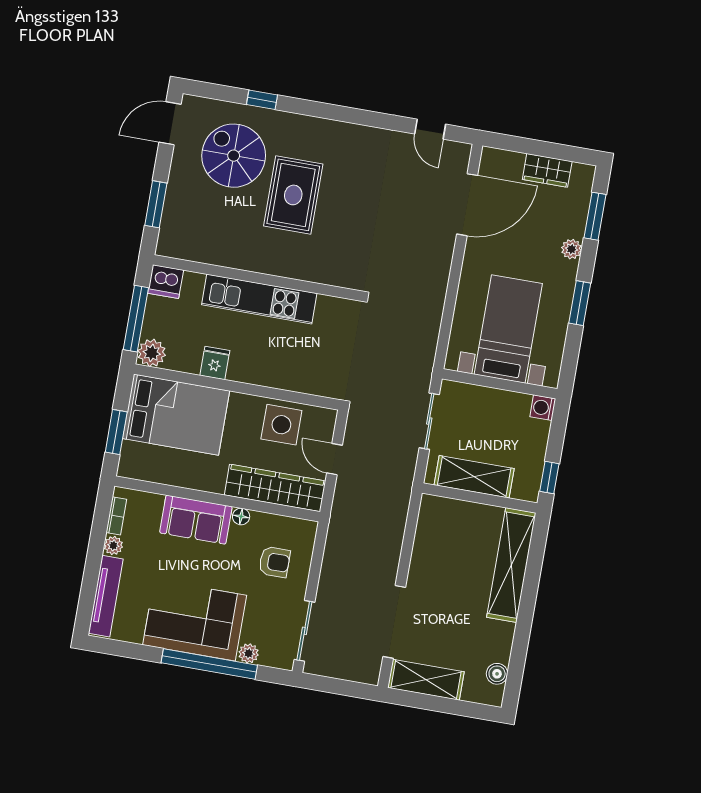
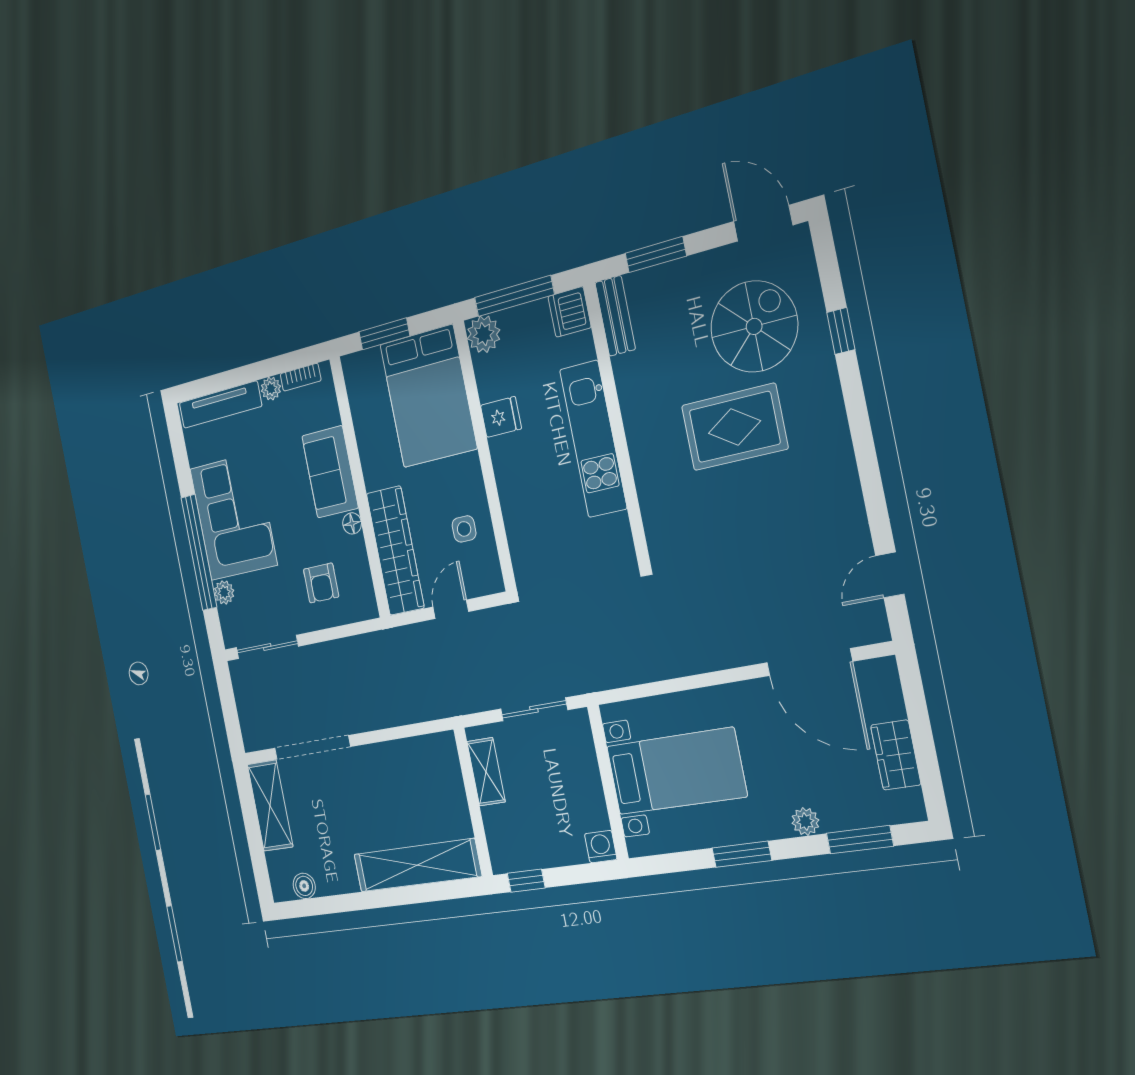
bench: (183, 249) -> (615, 316), added
side table: (281, 425) -> (464, 529), width x0.54, depth x0.54
shelving: (474, 477) -> (486, 772), width x0.67, depth x0.75

